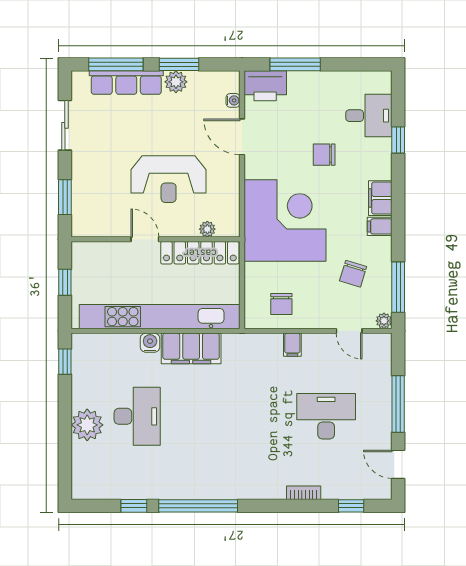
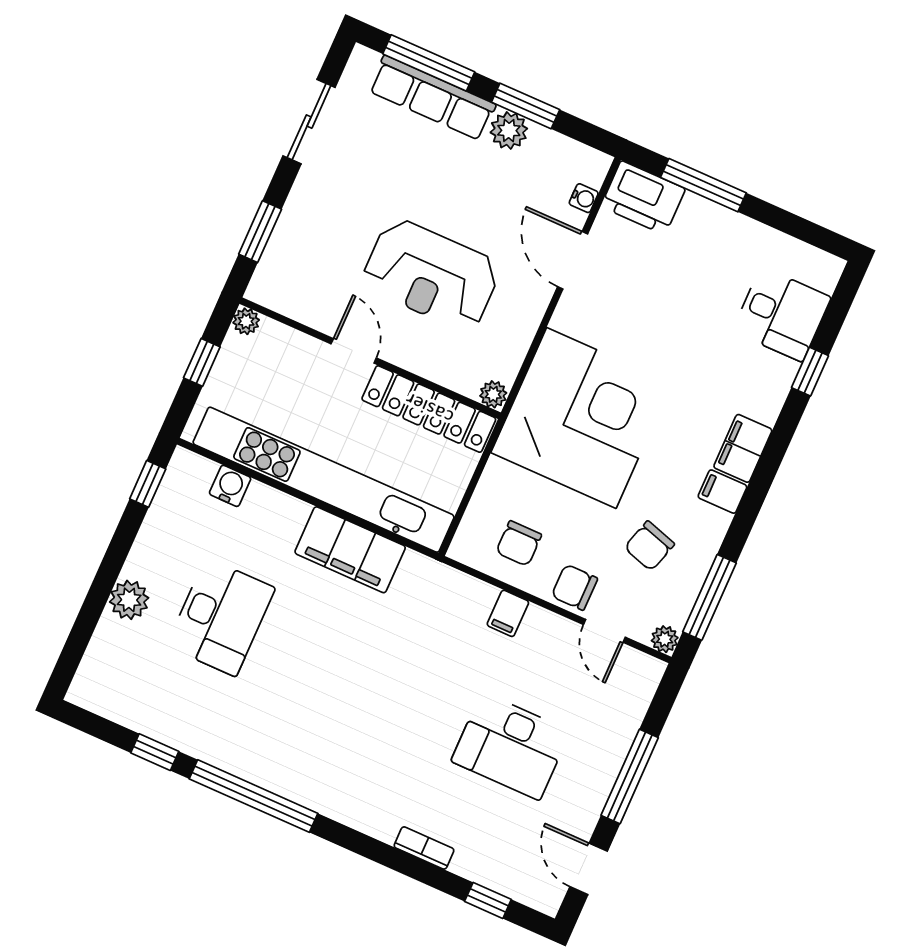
chair: (324, 155) -> (575, 587), moved
plant: (207, 229) -> (493, 394), moved
plant: (79, 249) -> (246, 321), added
water cooler: (150, 343) -> (230, 486), moved
desk: (326, 416) -> (511, 746), turned 180
plant: (87, 425) -> (129, 600), width x0.73, depth x0.73

